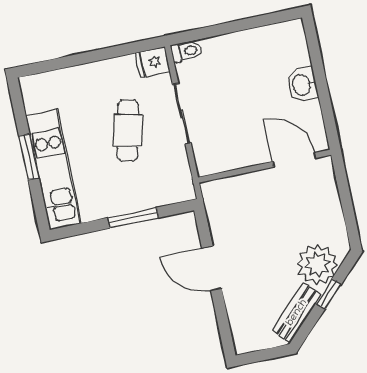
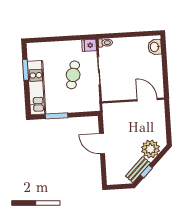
washbasin: (302, 85) -> (155, 47), moved
window: (29, 157) -> (25, 70), moved
window: (133, 218) -> (57, 116), moved
window: (329, 294) -> (146, 172), moved

